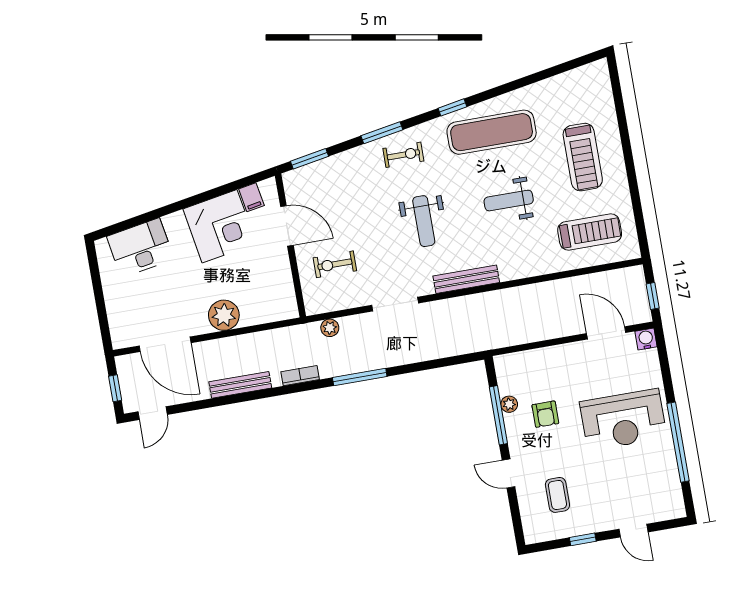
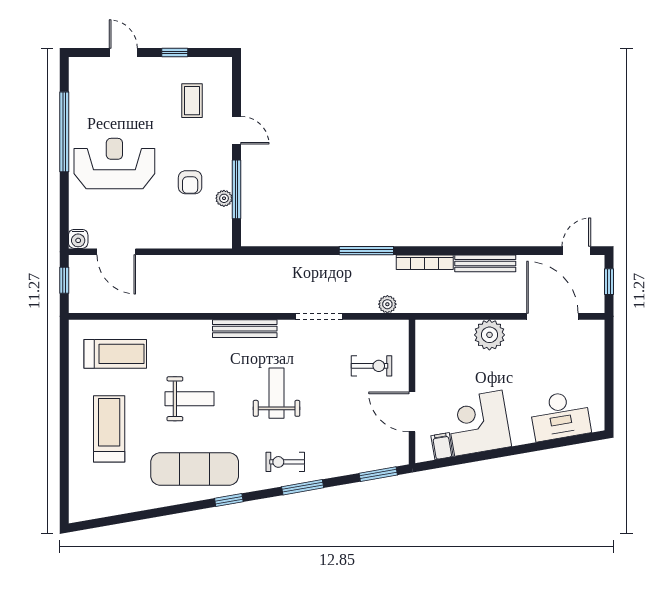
treadmill: (590, 232) -> (115, 354), turned 180
bookcase: (300, 376) -> (425, 262), width x1.56
armchair: (545, 414) -> (190, 182), turned 180

